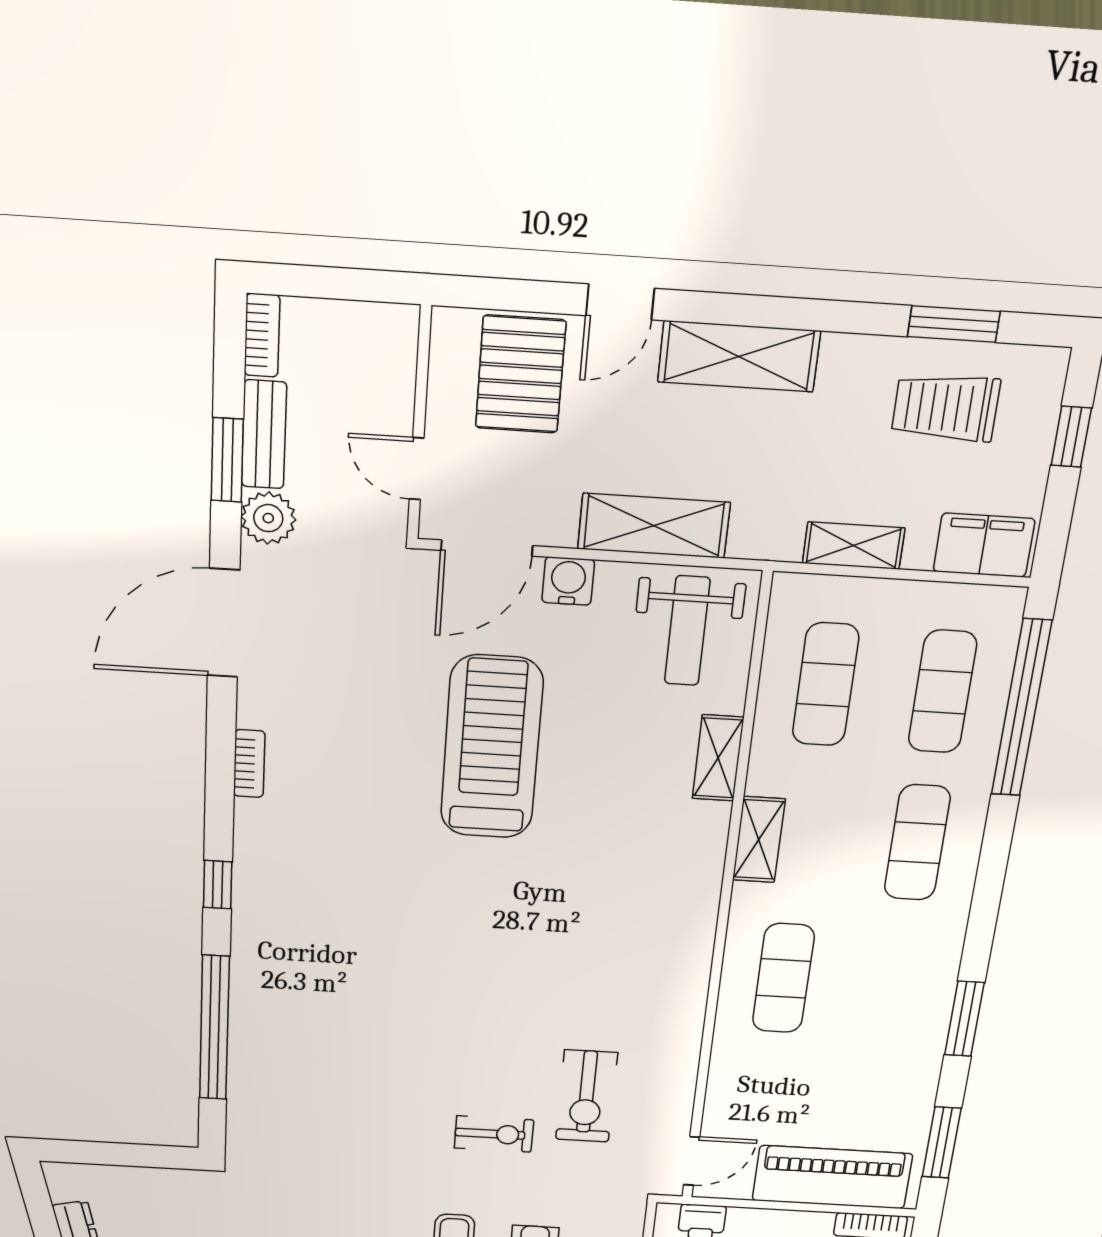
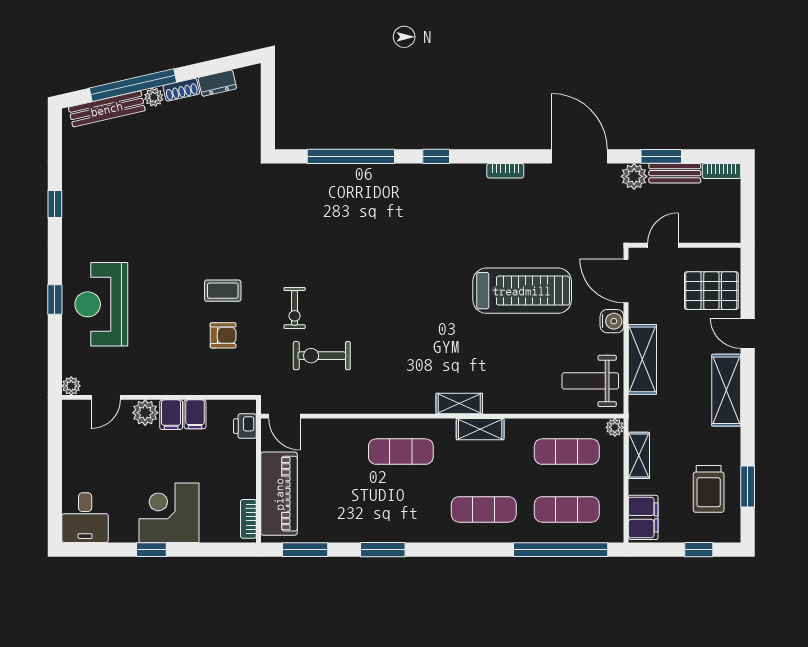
trolley: (946, 408) -> (709, 489), turned 180
plant: (789, 589) -> (615, 427), added
shelving: (718, 758) -> (459, 403), moved

